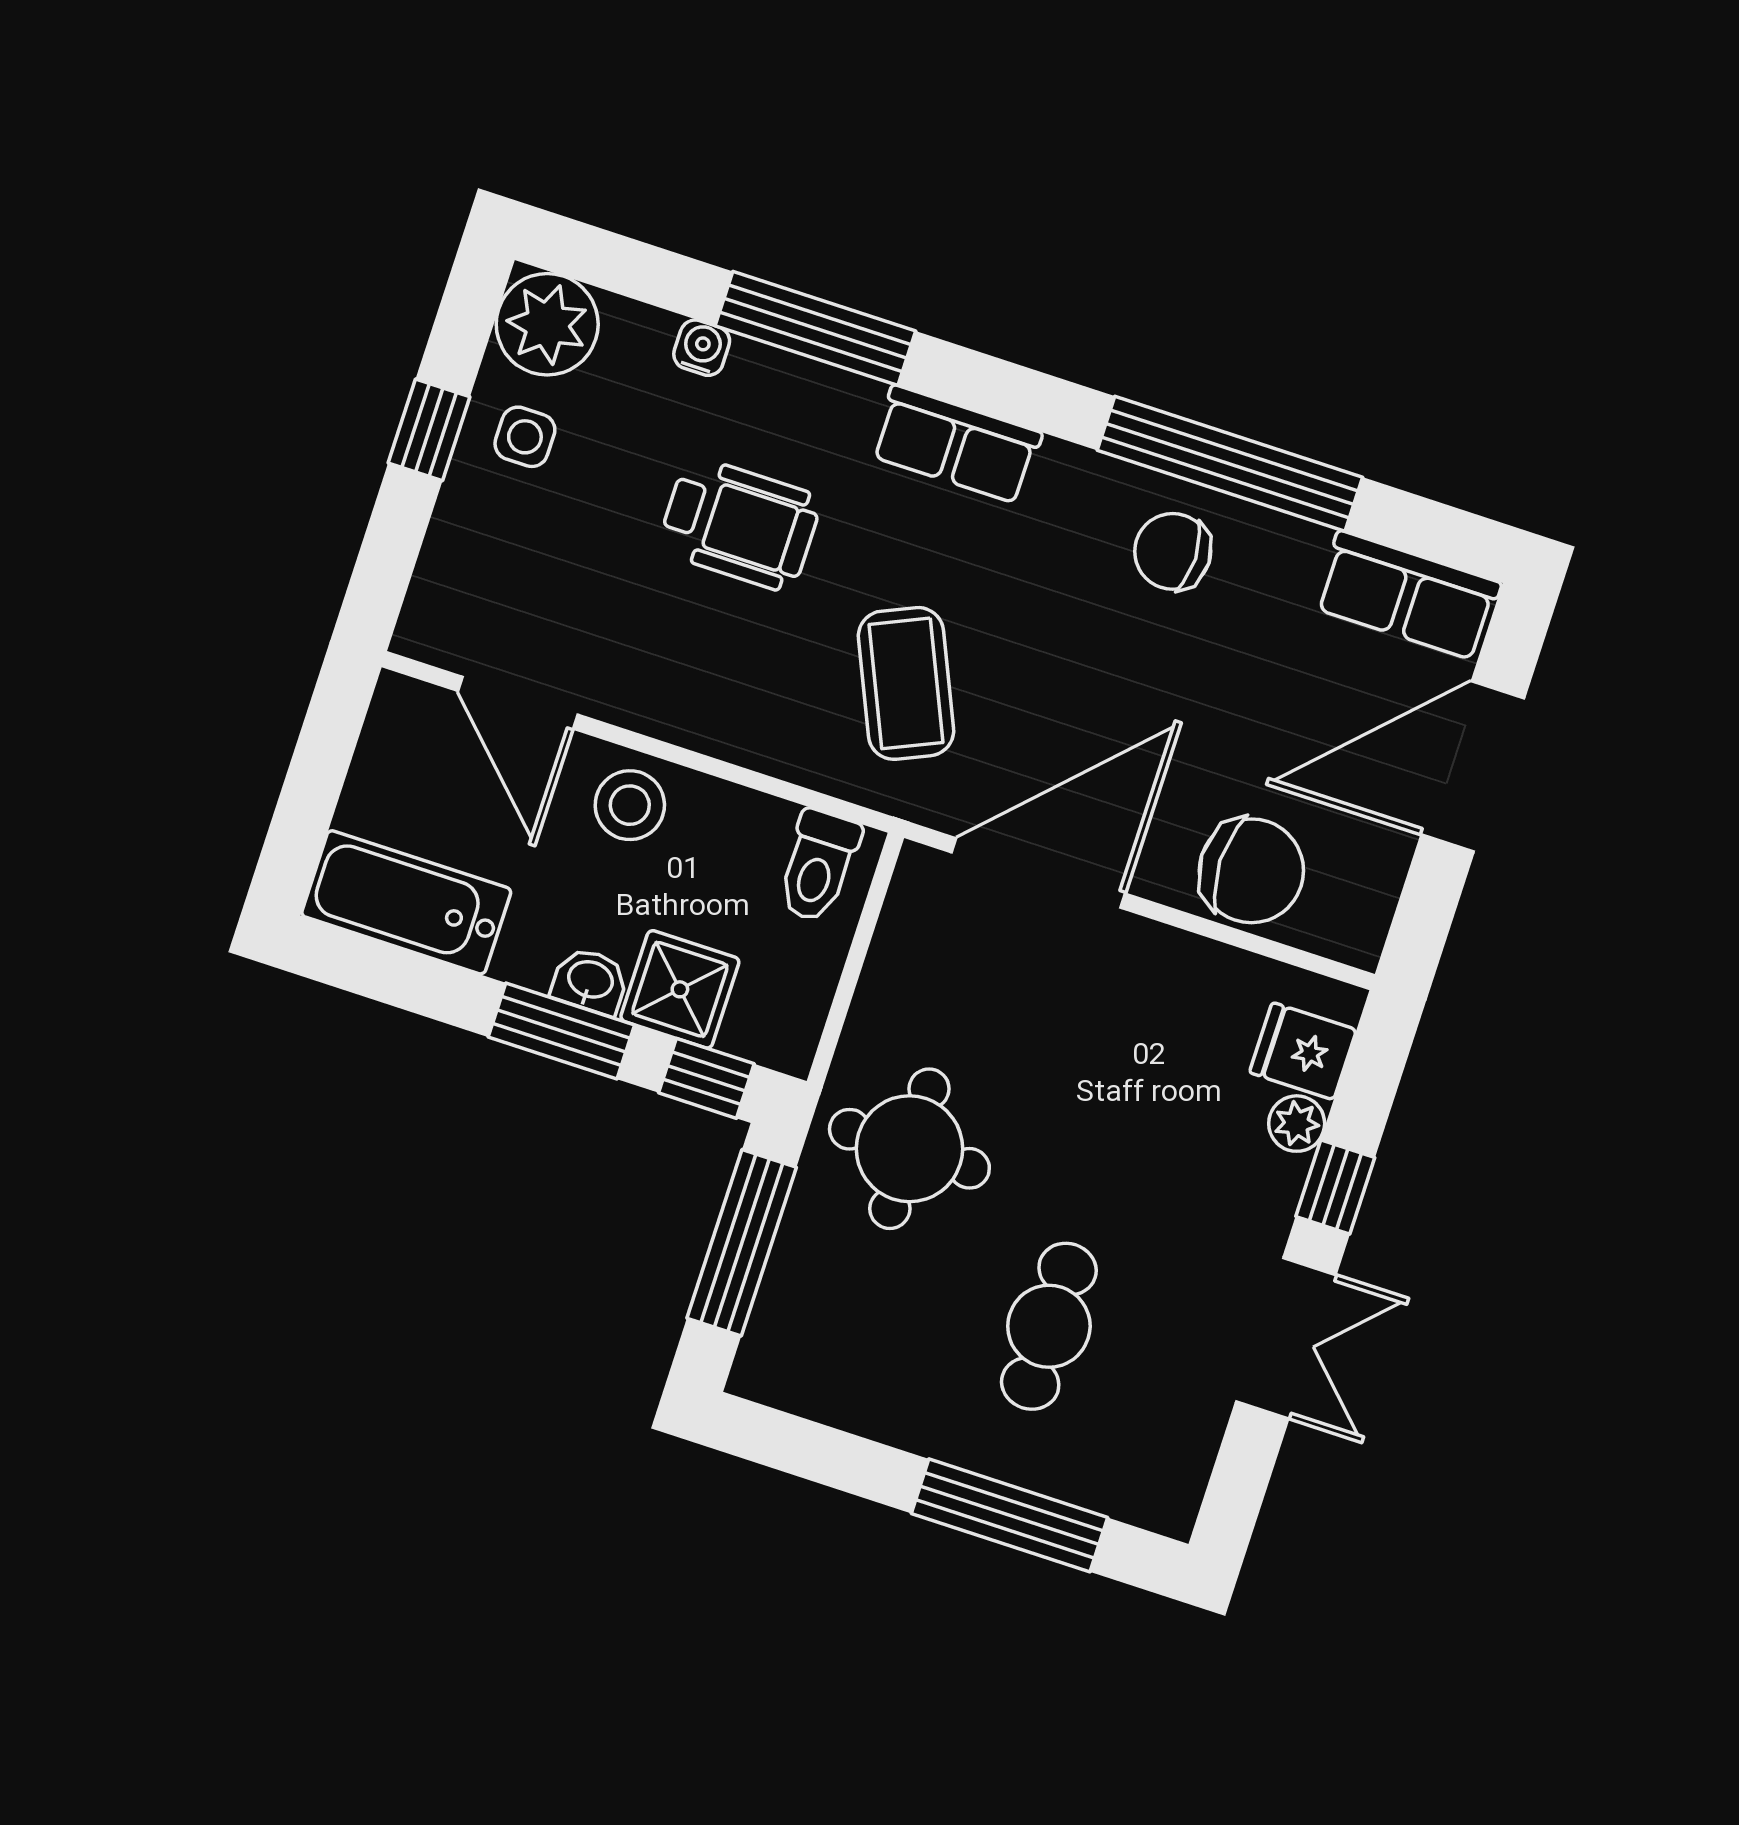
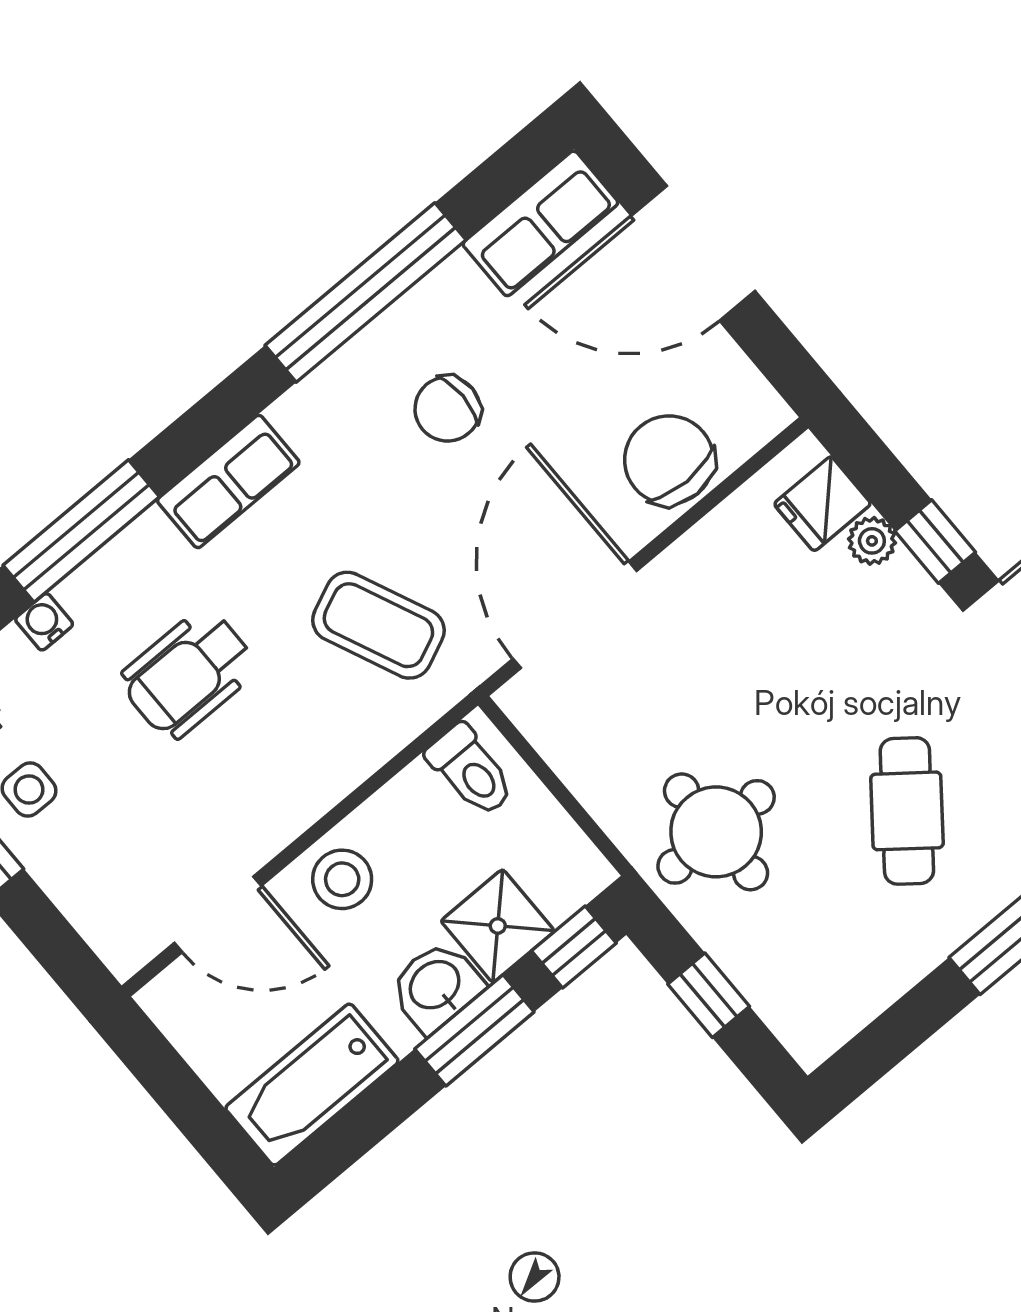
wheelchair: (740, 524) -> (188, 674), turned 180
chair: (1173, 551) -> (447, 409), moved
door: (1473, 767) -> (693, 253), hinge flipped
chair: (1251, 871) -> (669, 460), turned -90
washbasin: (590, 981) -> (436, 986), width x1.38, depth x1.45
window: (742, 1243) -> (709, 995), width x0.46
cafe table: (1049, 1326) -> (907, 811), turned 38

